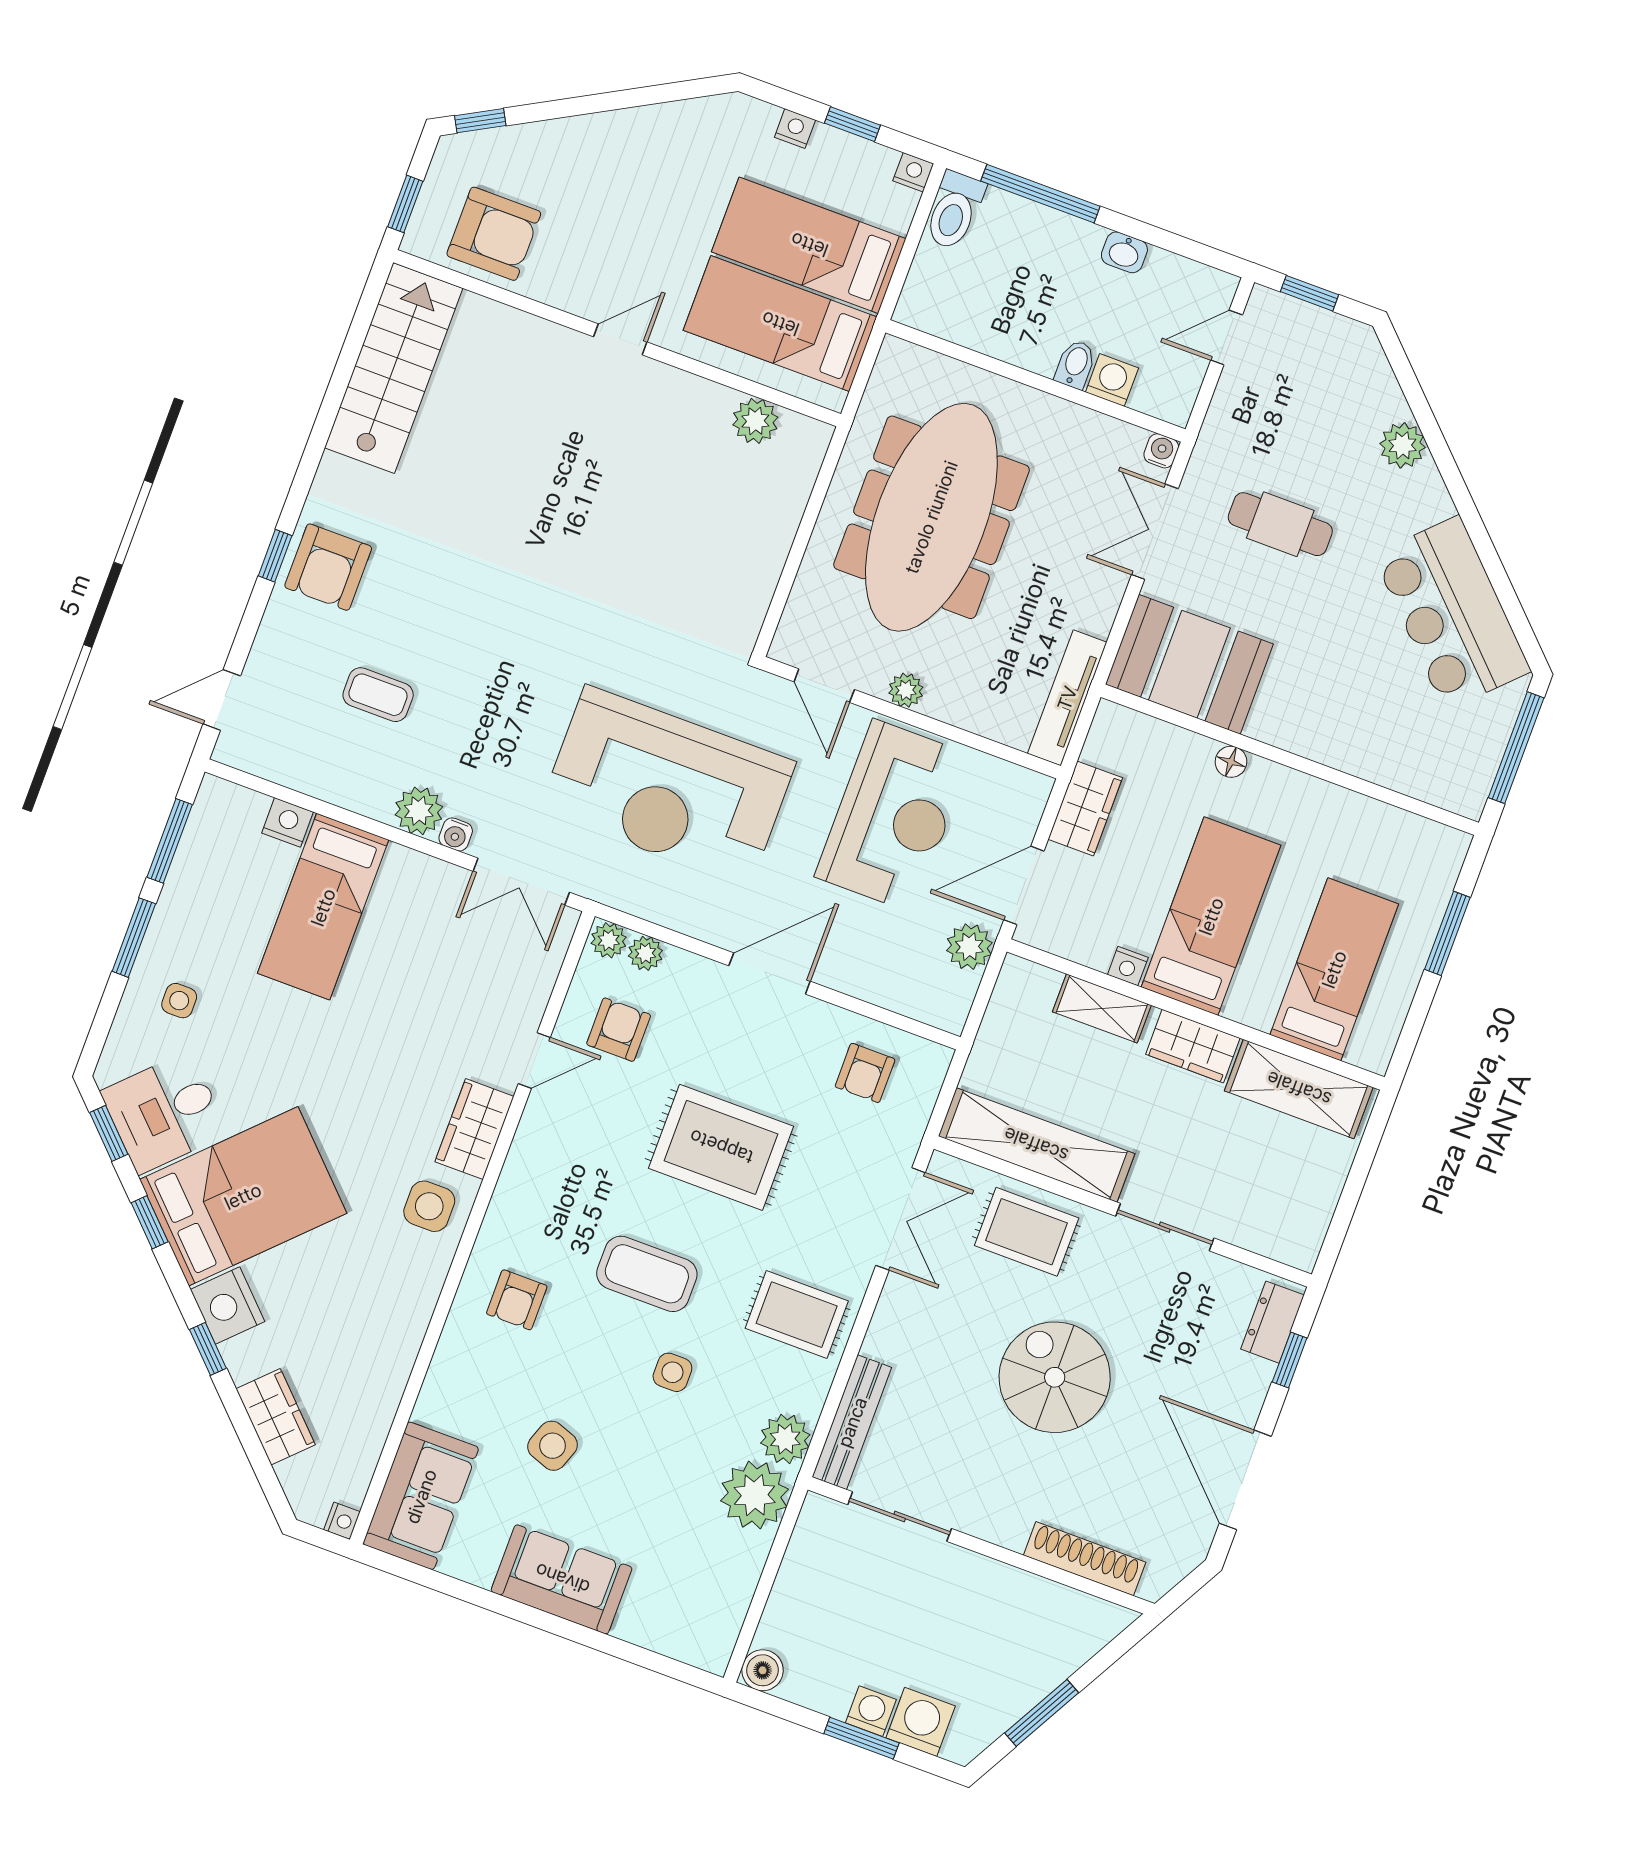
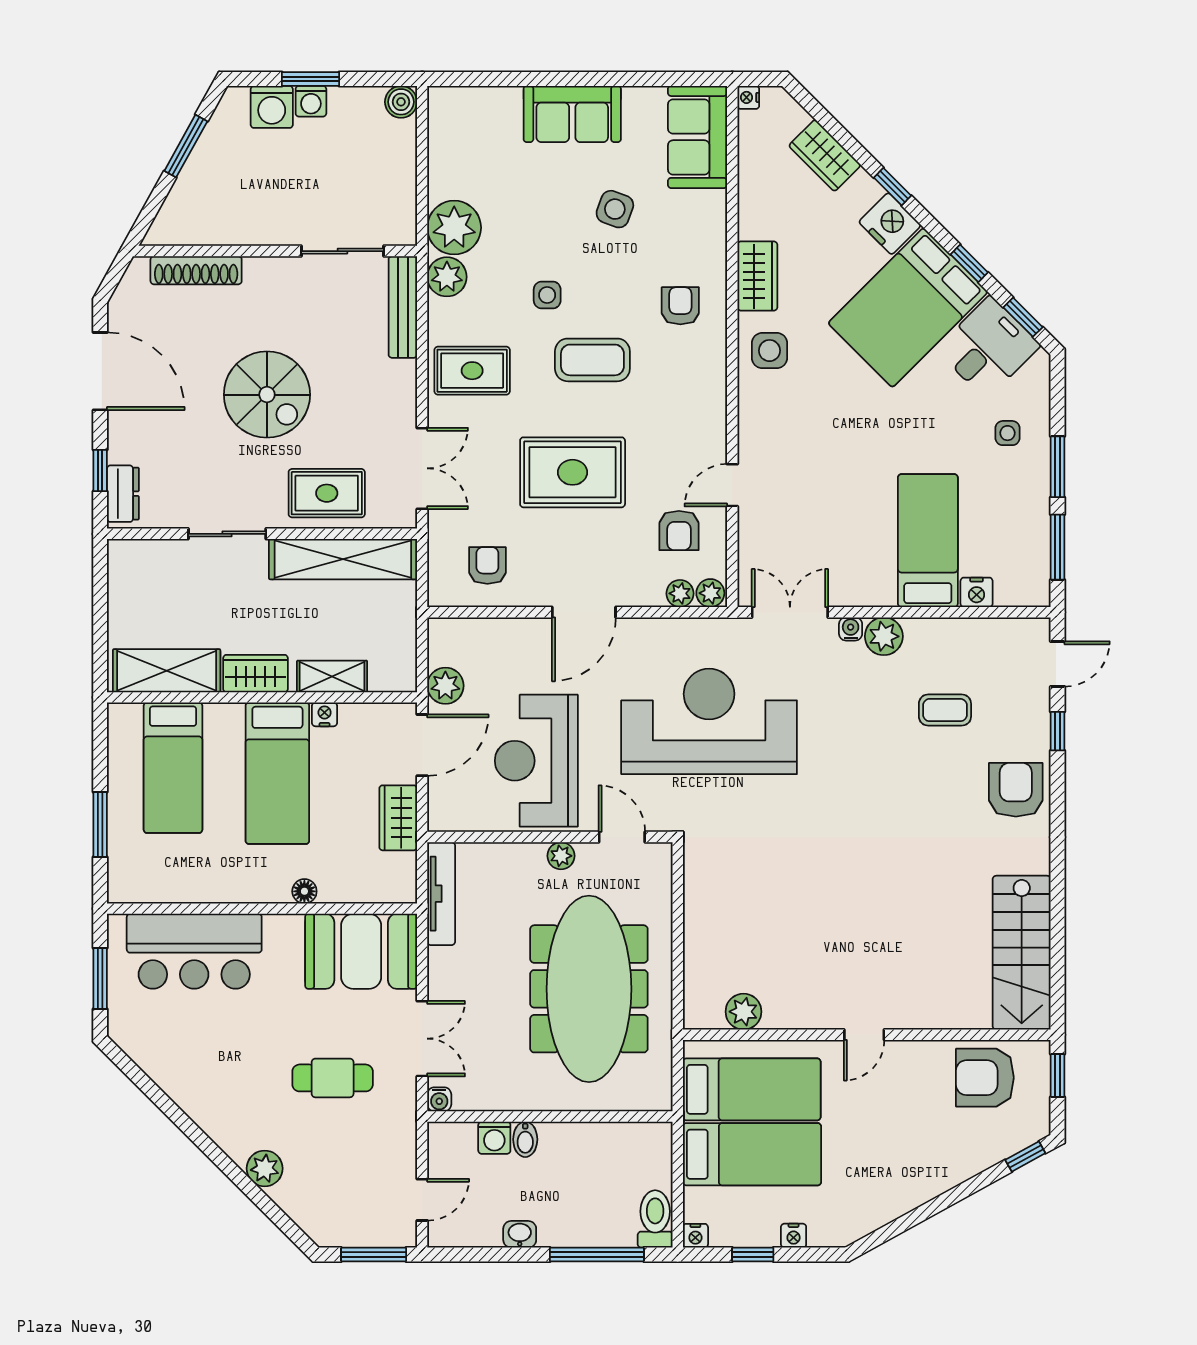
window: (1309, 293) -> (374, 1254), width x1.50
window: (275, 556) -> (1058, 731), moved
bar counter: (1452, 613) -> (194, 951), moved, turned 135
window: (1516, 748) -> (100, 979), width x0.69
wardrobe: (474, 1129) -> (757, 276), moved
double door: (901, 1219) -> (422, 468), swing flipped

